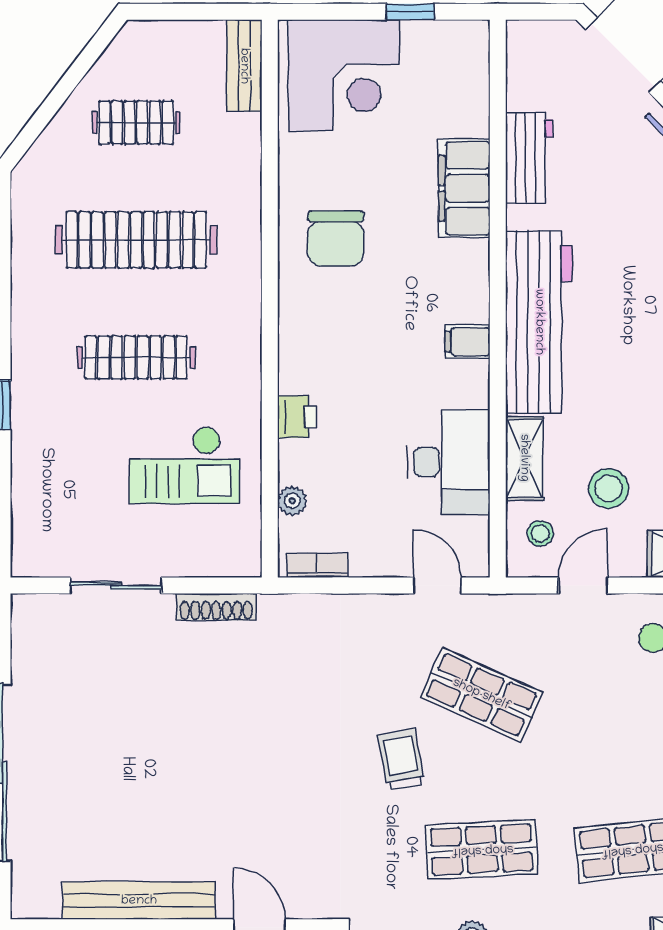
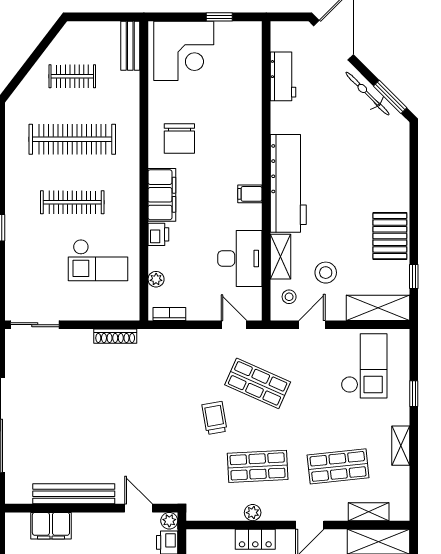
workbench: (529, 158) -> (283, 76), moved
filing cabinet: (464, 188) -> (162, 195), moved, turned 180
sliding door: (116, 585) -> (35, 325), moved

